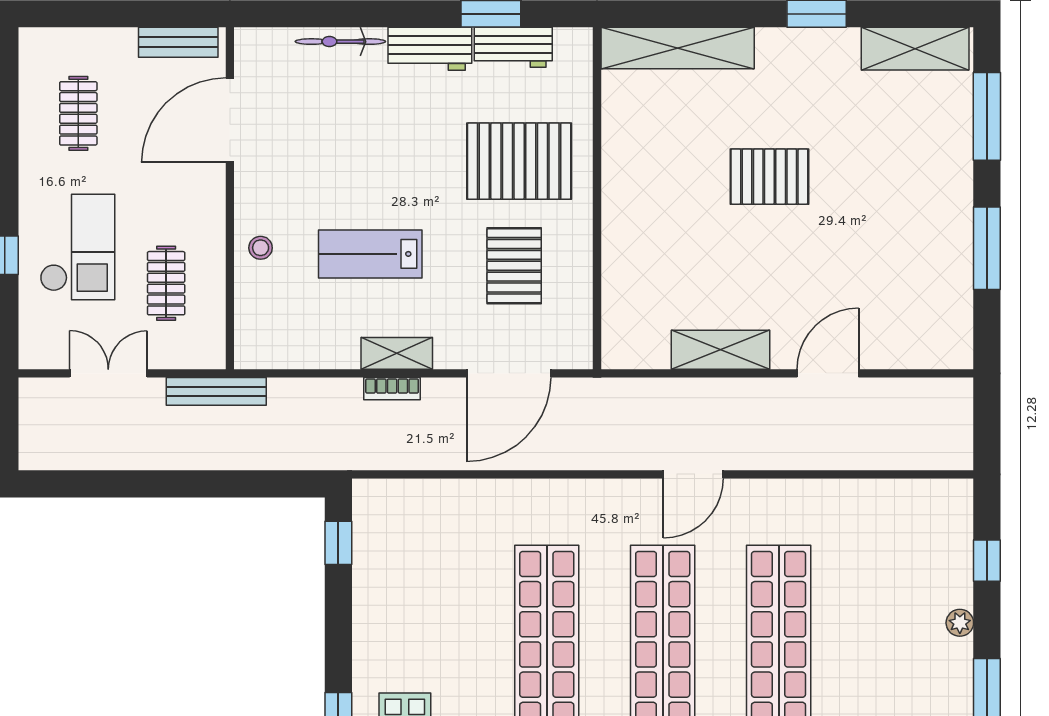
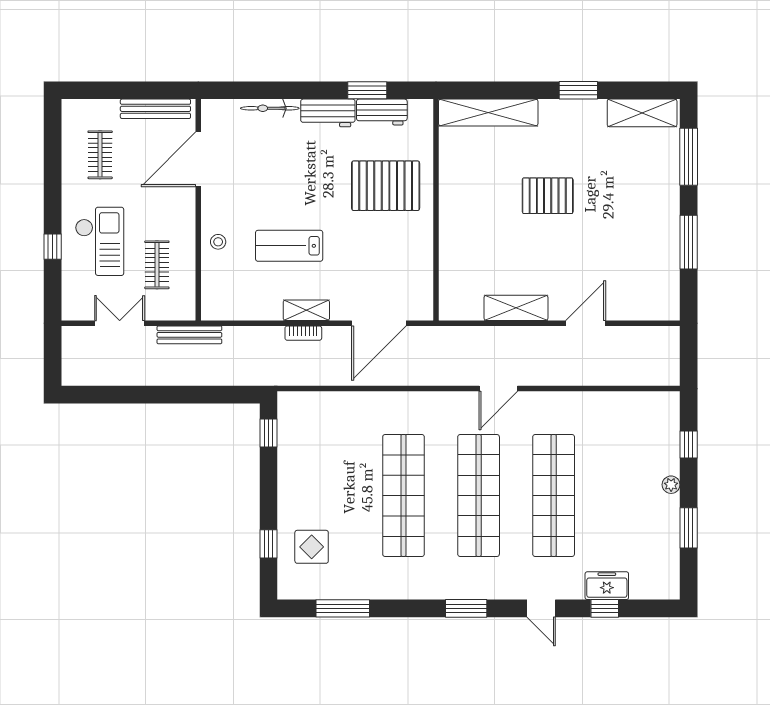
bench: (178, 42) -> (155, 109), width x1.36
pallet: (514, 266) -> (382, 253), removed

